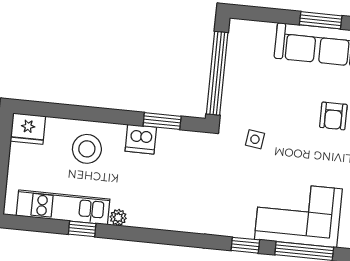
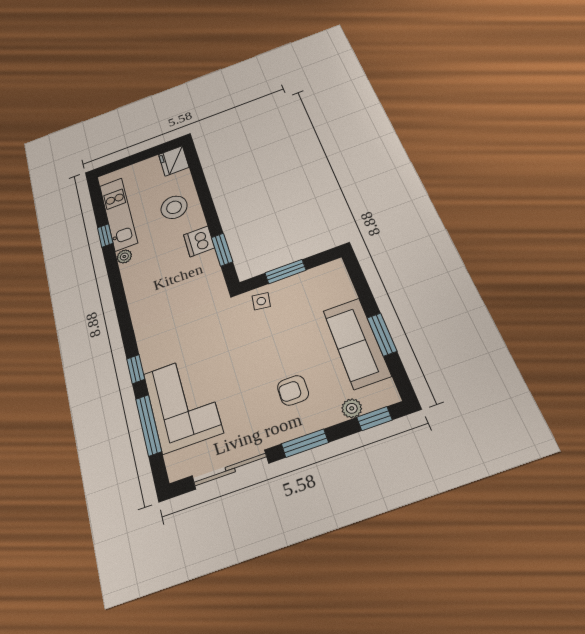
window: (217, 73) -> (285, 272), width x0.47
side table: (255, 139) -> (261, 301), moved

